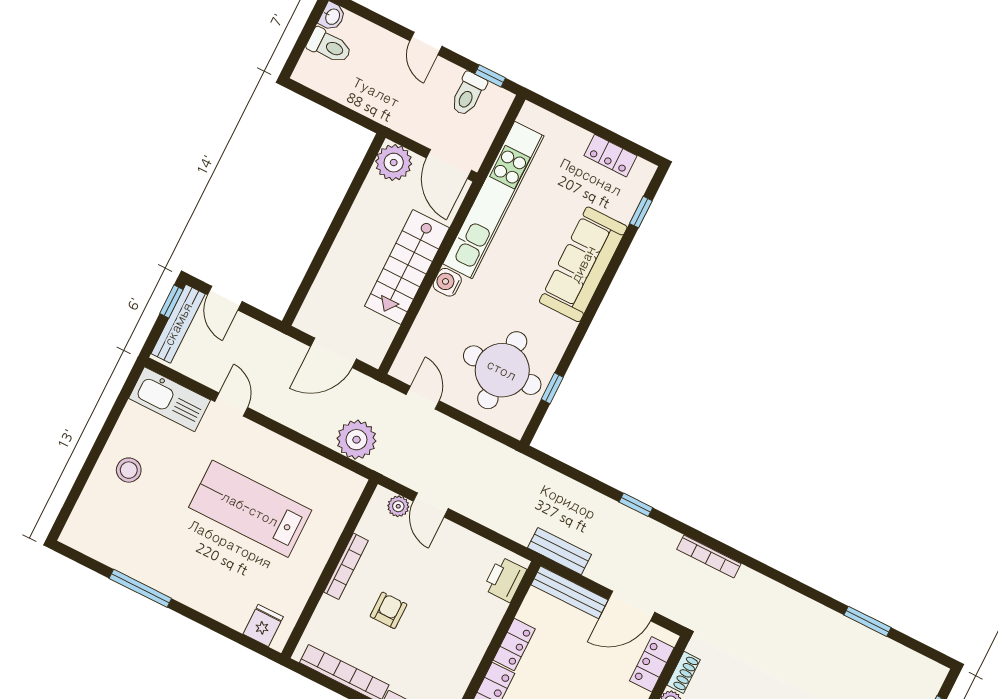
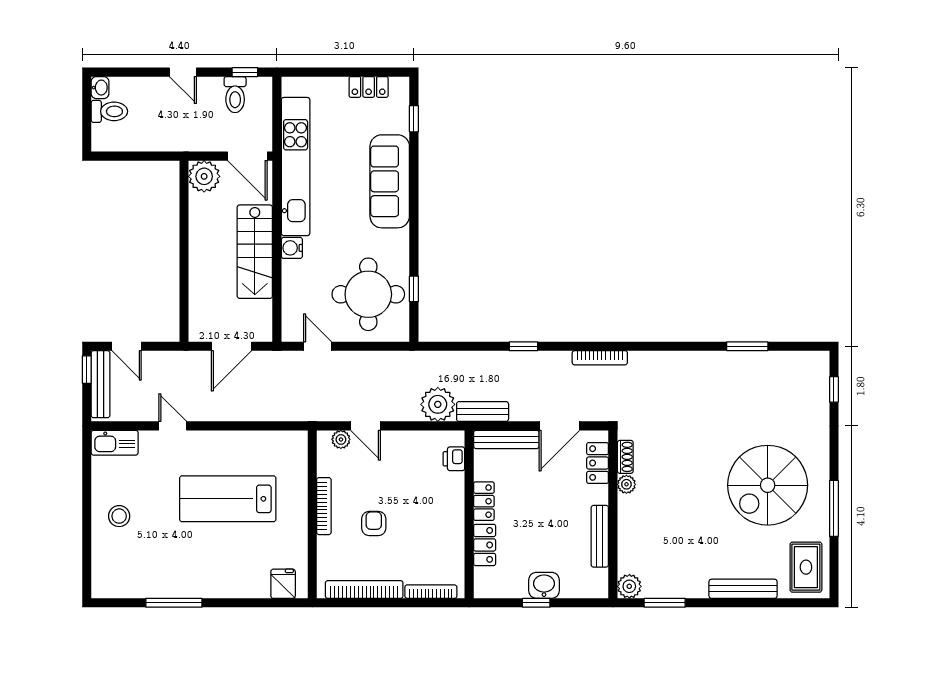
kitchen sink: (170, 399) -> (115, 443), width x0.73, depth x0.81
plant: (356, 440) -> (438, 404), moved
printer: (505, 579) -> (454, 459), width x0.73, depth x0.81

